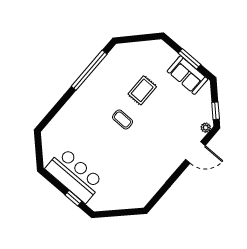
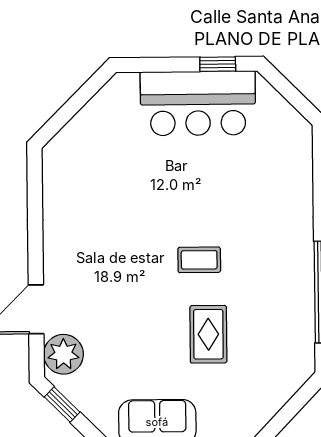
plant: (206, 128) -> (63, 354), width x1.87, depth x1.87
window: (73, 198) -> (218, 64), moved

